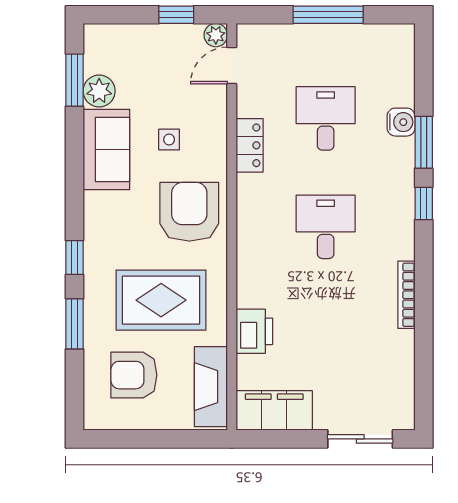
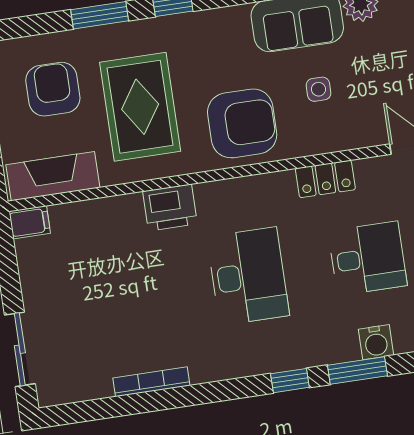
desk: (326, 227) -> (248, 276), width x1.37
bookcase: (406, 295) -> (151, 382), moved
printer: (254, 331) -> (170, 208), moved
filing cabinet: (274, 410) -> (30, 222), width x0.33, depth x0.86

